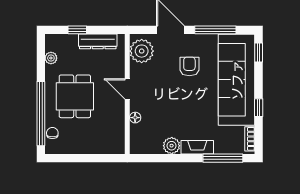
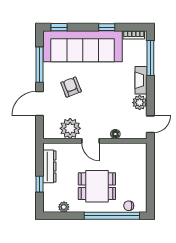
plant: (142, 51) -> (70, 128), moved
armchair: (189, 66) -> (71, 87), turned 69
door: (127, 89) -> (91, 141), hinge flipped
door: (146, 158) -> (150, 124), added

